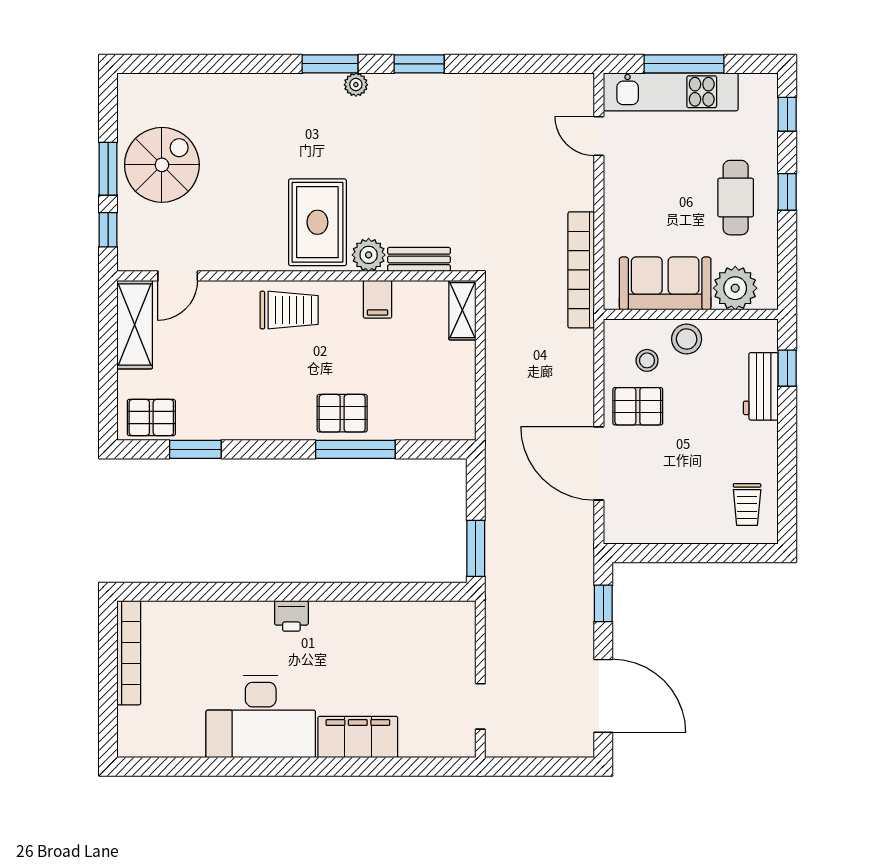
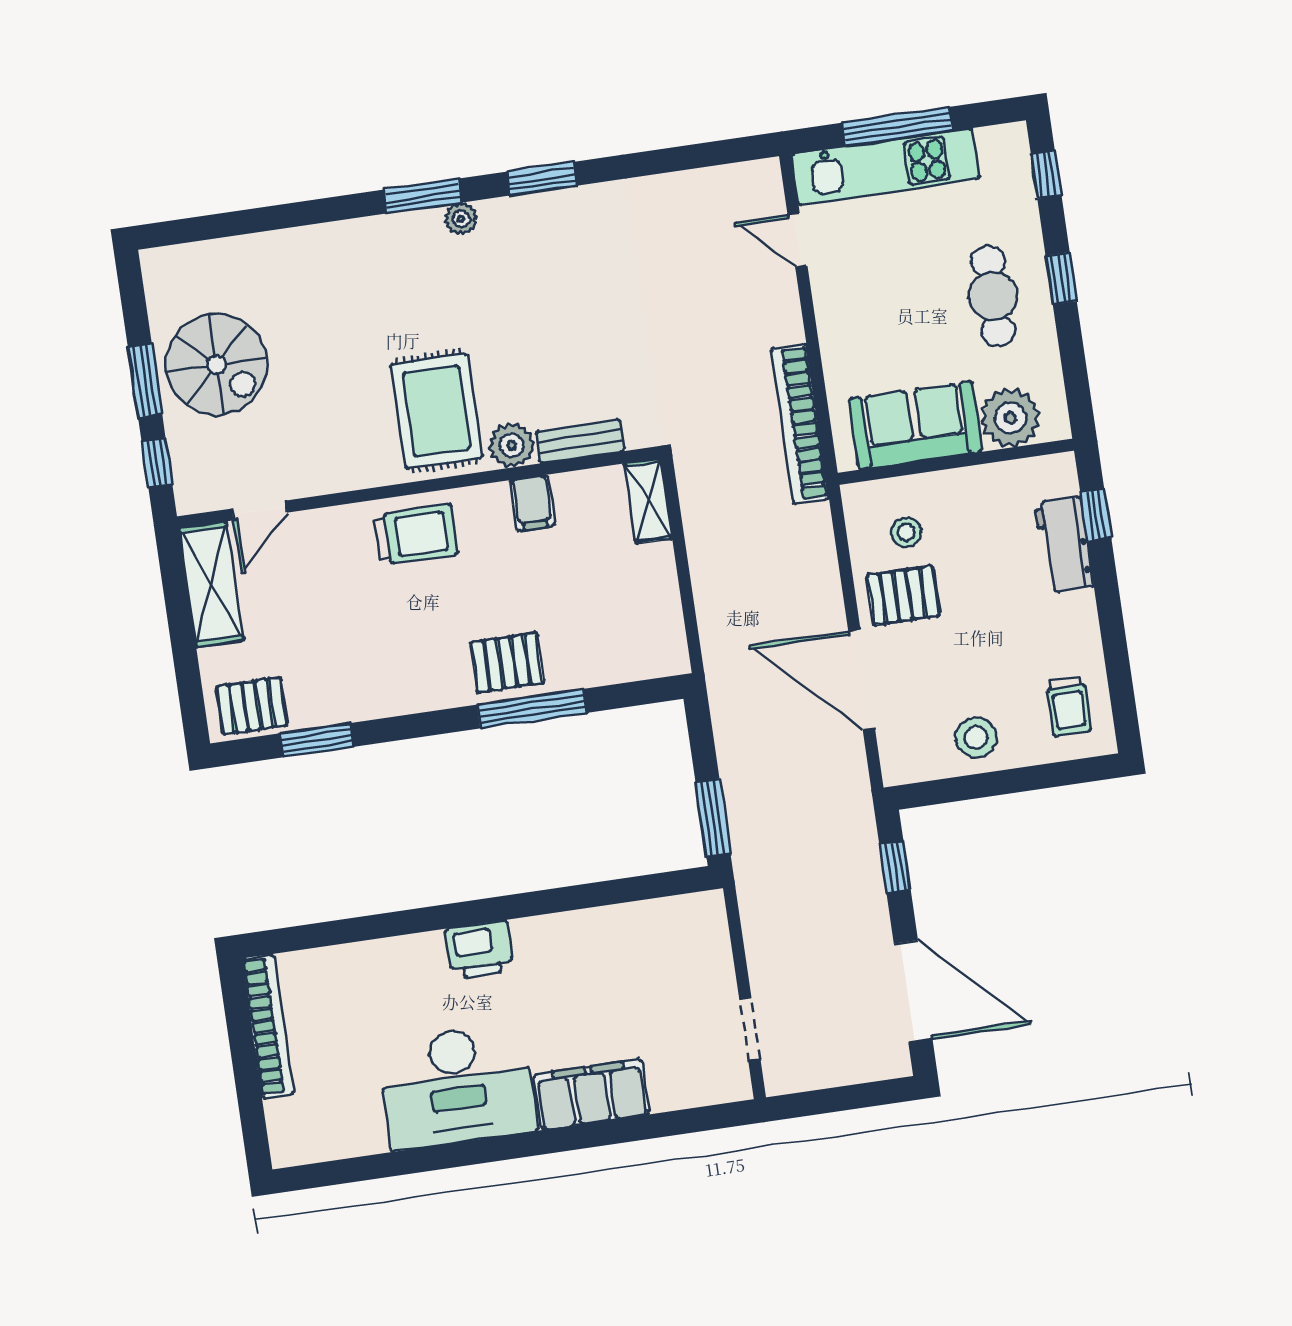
spiral stairs: (162, 165) -> (216, 365), turned 90
stool: (687, 339) -> (976, 738), moved
printer: (291, 616) -> (479, 950), width x1.36, depth x1.24

